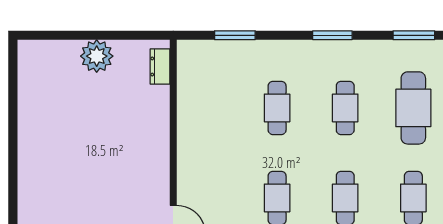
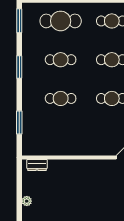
plant: (97, 56) -> (27, 201), width x0.53, depth x0.53

